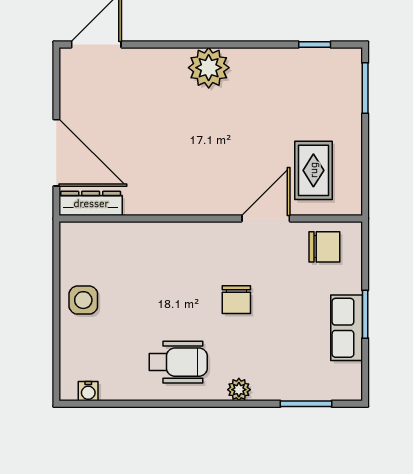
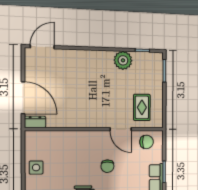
plant: (209, 68) -> (123, 60), moved
dresser: (91, 203) -> (35, 122), width x0.70
door: (266, 219) -> (121, 129), swing flipped

